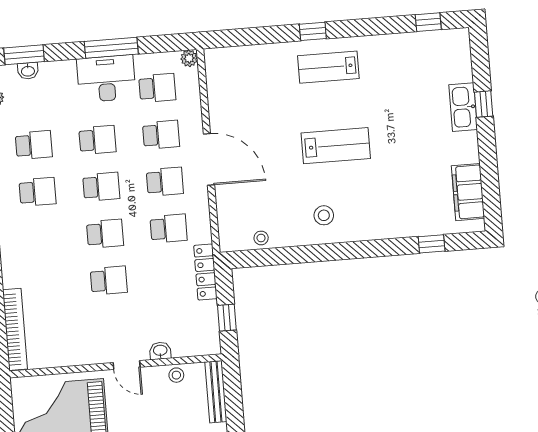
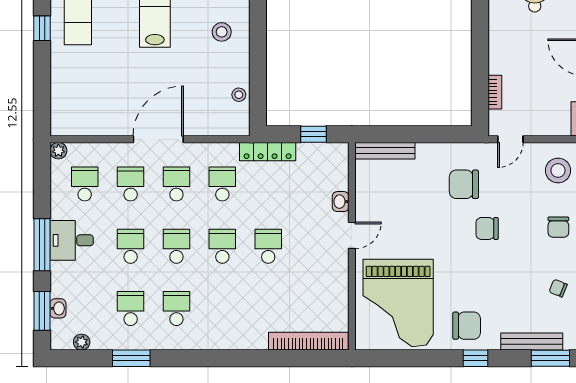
window: (111, 48) -> (42, 245), moved
desk: (106, 79) -> (72, 240), width x0.73
stool: (176, 375) -> (366, 188), removed

